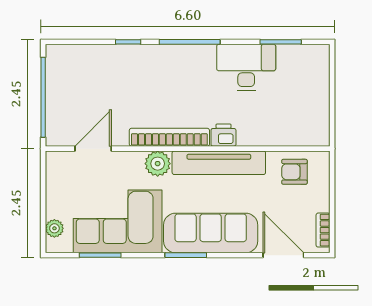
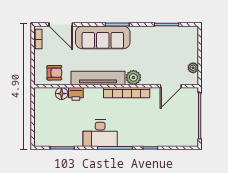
desk: (246, 67) -> (100, 133), moved
printer: (223, 135) -> (76, 94), moved
floor lamp: (282, 136) -> (62, 94), added
corner sofa: (118, 221) -> (157, 44), removed
plant: (54, 228) -> (193, 68), moved

